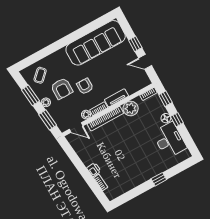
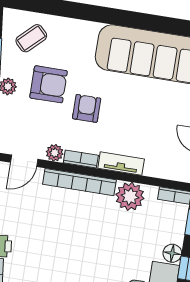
armchair: (62, 89) -> (49, 84), turned -90
door: (76, 128) -> (24, 161), hinge flipped

